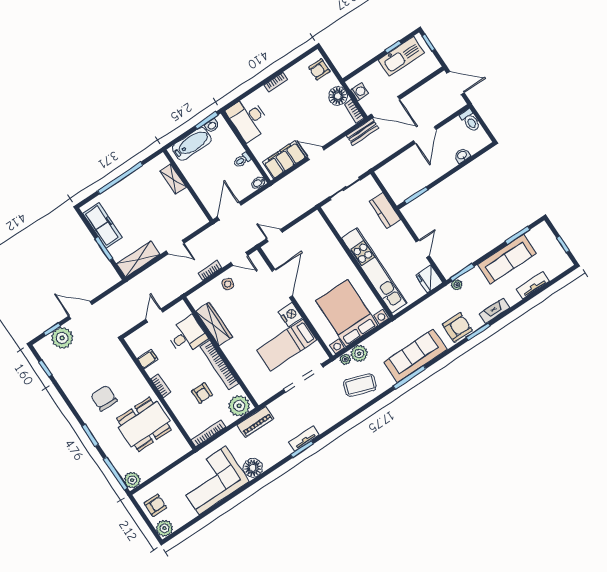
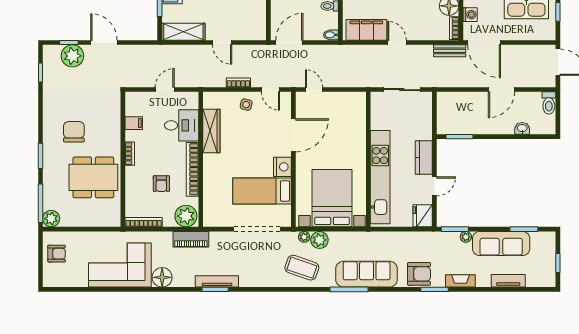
kitchen counter: (385, 211) -> (424, 157), moved
plant: (457, 285) -> (466, 237), moved
tv unit: (304, 438) -> (217, 281), width x1.41
plant: (165, 528) -> (51, 279), removed

